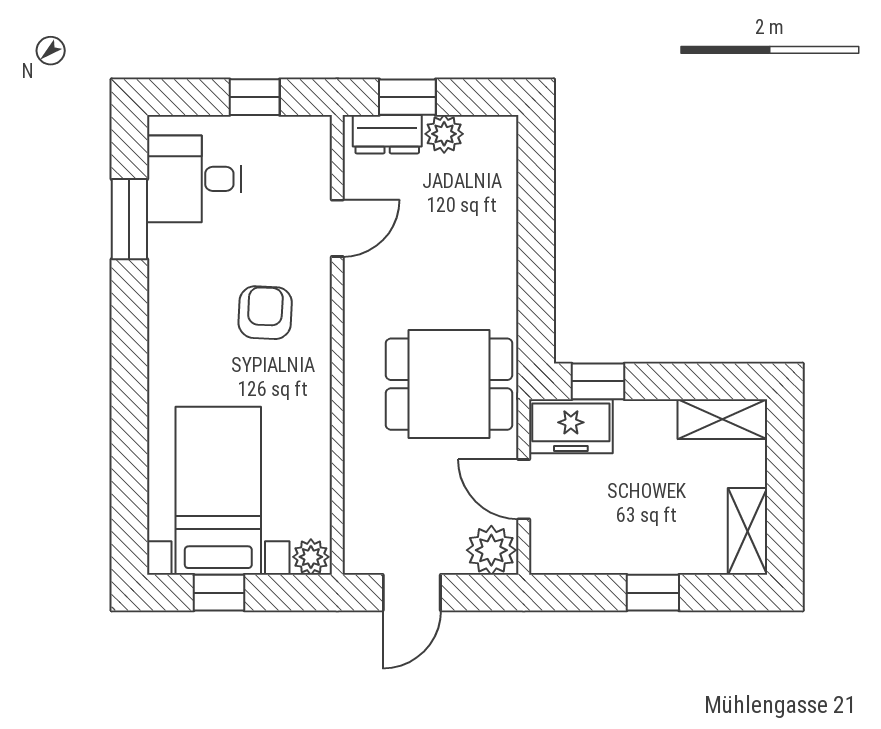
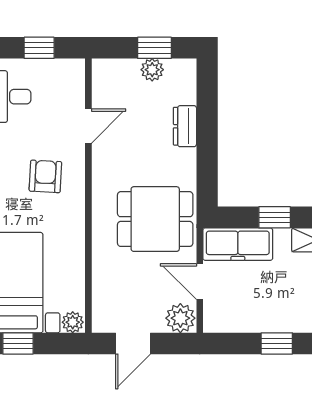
window: (407, 97) -> (154, 48), moved
dresser: (387, 134) -> (185, 126), moved, turned 90
window: (598, 381) -> (275, 217), moved
freezer: (571, 426) -> (238, 244), width x1.40

